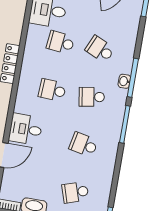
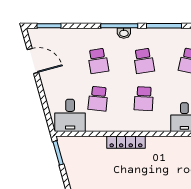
school desk: (100, 49) -> (98, 61), turned -33

